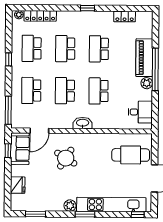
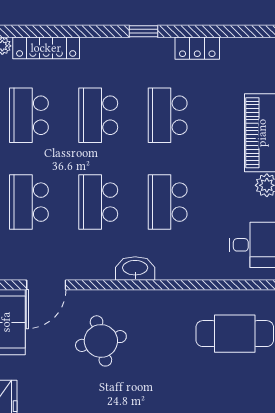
locker: (125, 16) -> (197, 48), moved
round table: (66, 158) -> (101, 341), turned 45

